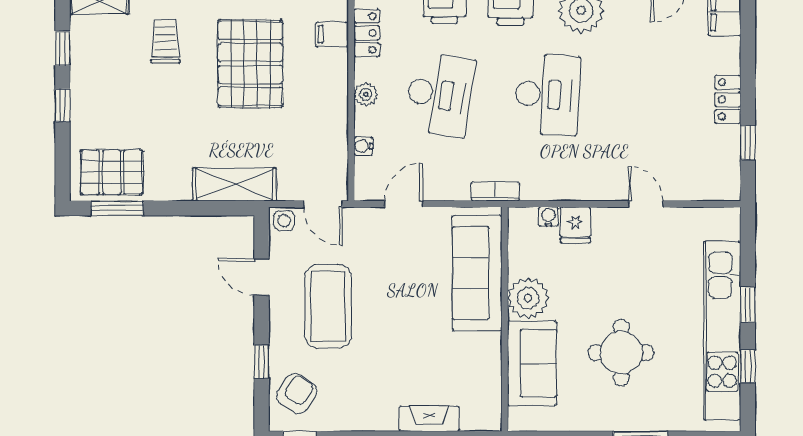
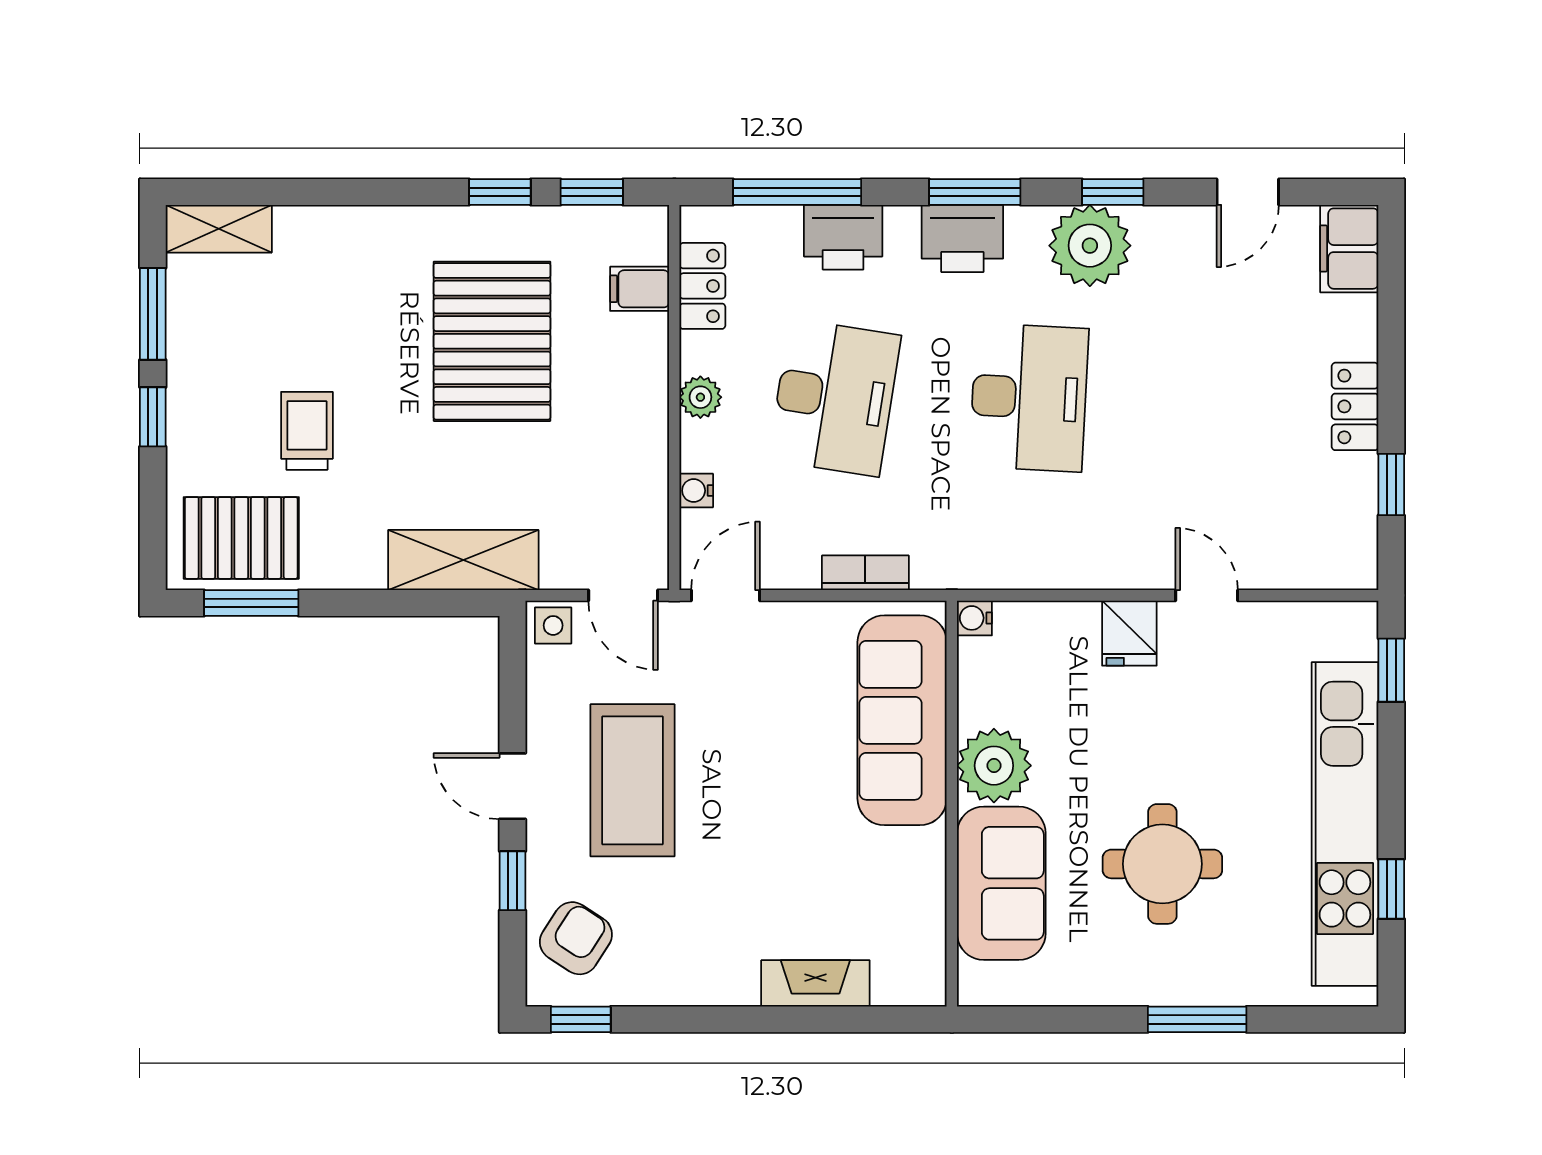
trolley: (165, 41) -> (307, 431), moved
window: (63, 48) -> (153, 314), width x1.50
bookcase: (495, 192) -> (865, 573), moved
door: (403, 204) -> (725, 595), moved
water cooler: (548, 217) -> (974, 618), moved, turned -90
fridge: (575, 225) -> (1129, 633), moved
door: (262, 277) -> (512, 786), moved
window: (748, 305) -> (1391, 670), moved

